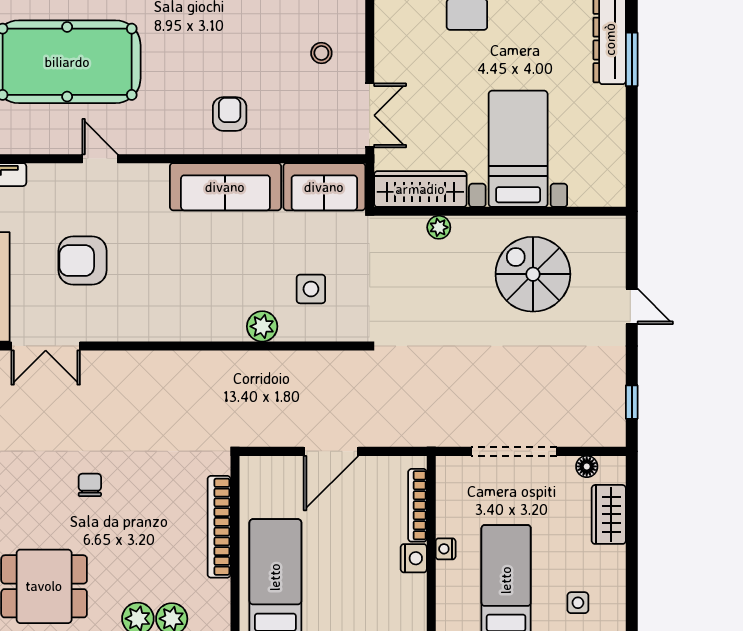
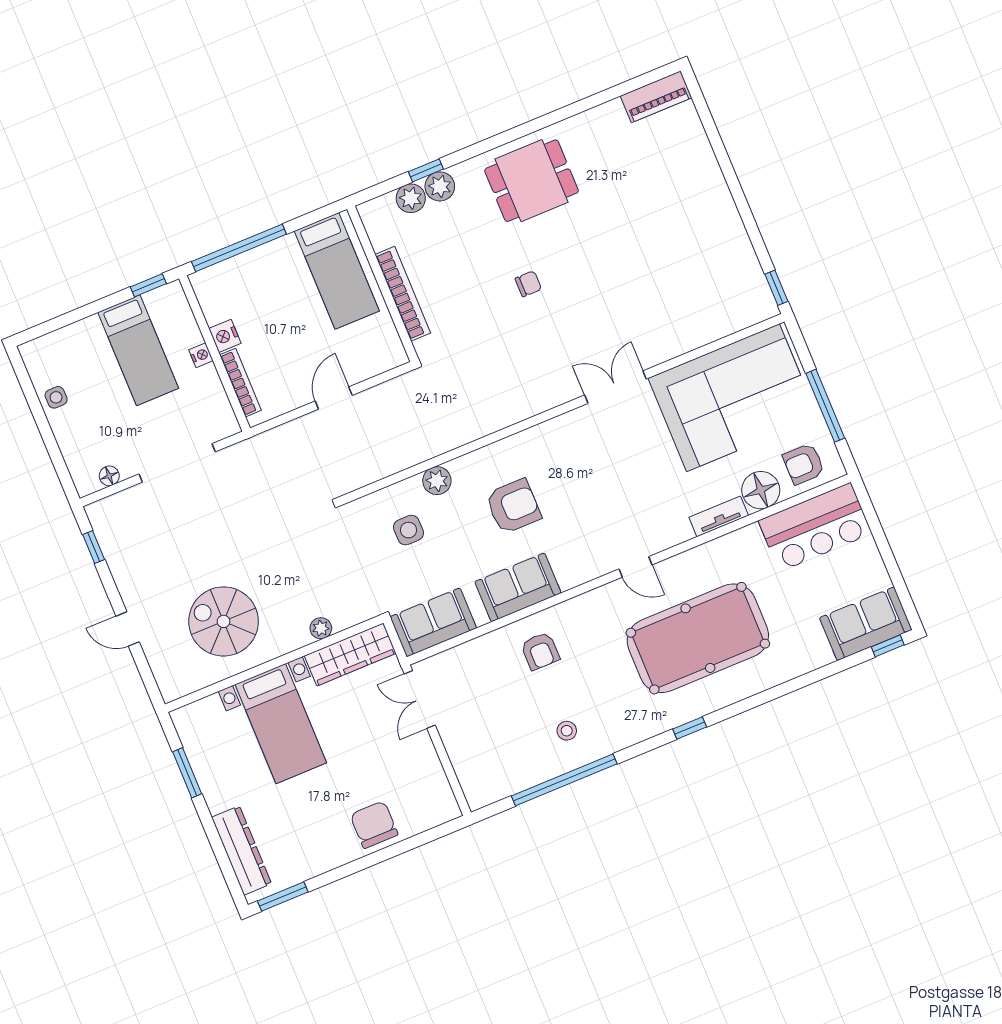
stool: (321, 53) -> (567, 731), moved
window: (632, 59) -> (187, 773), moved
sofa: (225, 187) -> (518, 587), width x0.73
armchair: (83, 261) -> (513, 506), moved
spiral stairs: (533, 274) -> (224, 621), turned 180
door: (331, 451) -> (334, 398), width x0.73
chair: (90, 485) -> (528, 284), turned -90
wardrobe: (609, 514) -> (73, 443), removed
side table: (578, 603) -> (56, 397), moved

